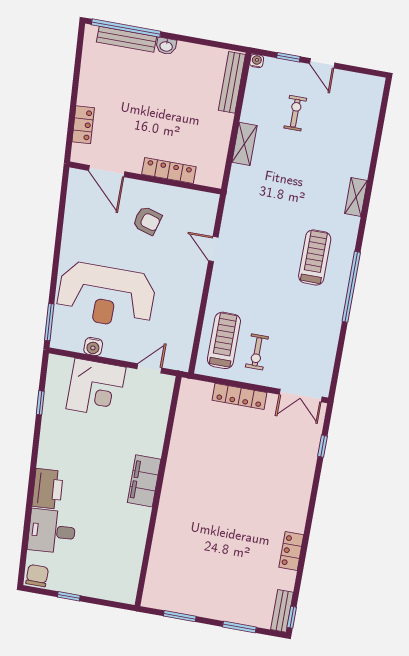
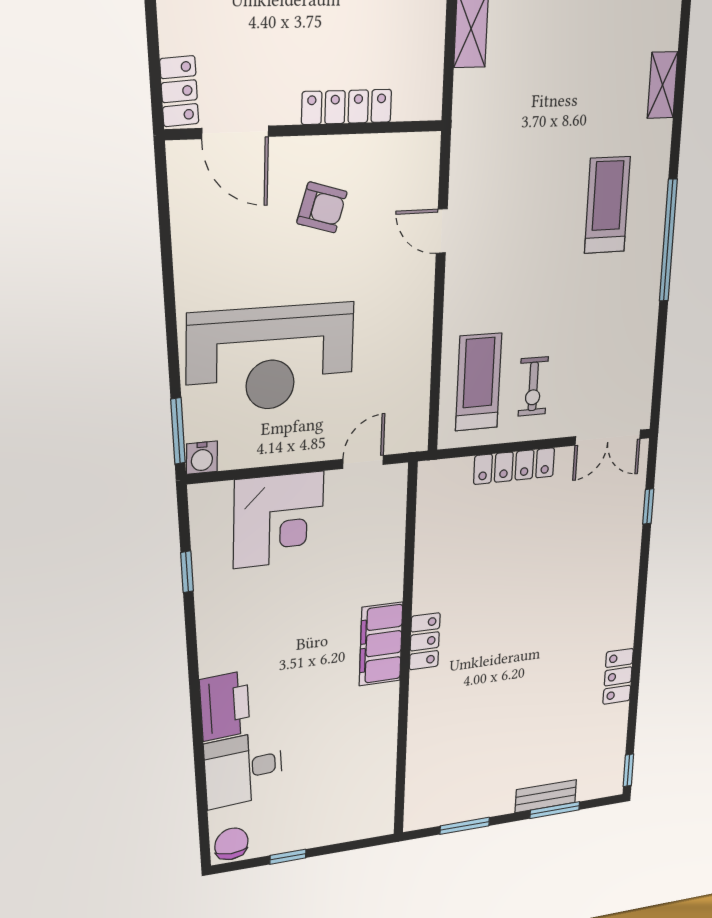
locker: (83, 125) -> (179, 91), moved
water cooler: (93, 347) -> (202, 458), moved
locker: (171, 488) -> (425, 641), added
bench: (282, 611) -> (546, 796), moved, turned 90

